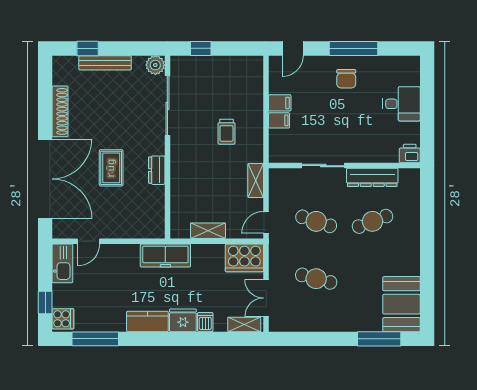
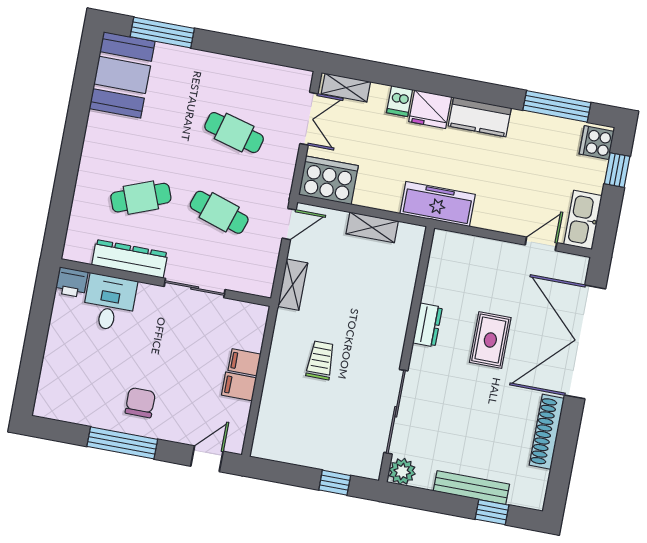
desk: (401, 104) -> (109, 303), moved, turned 90

